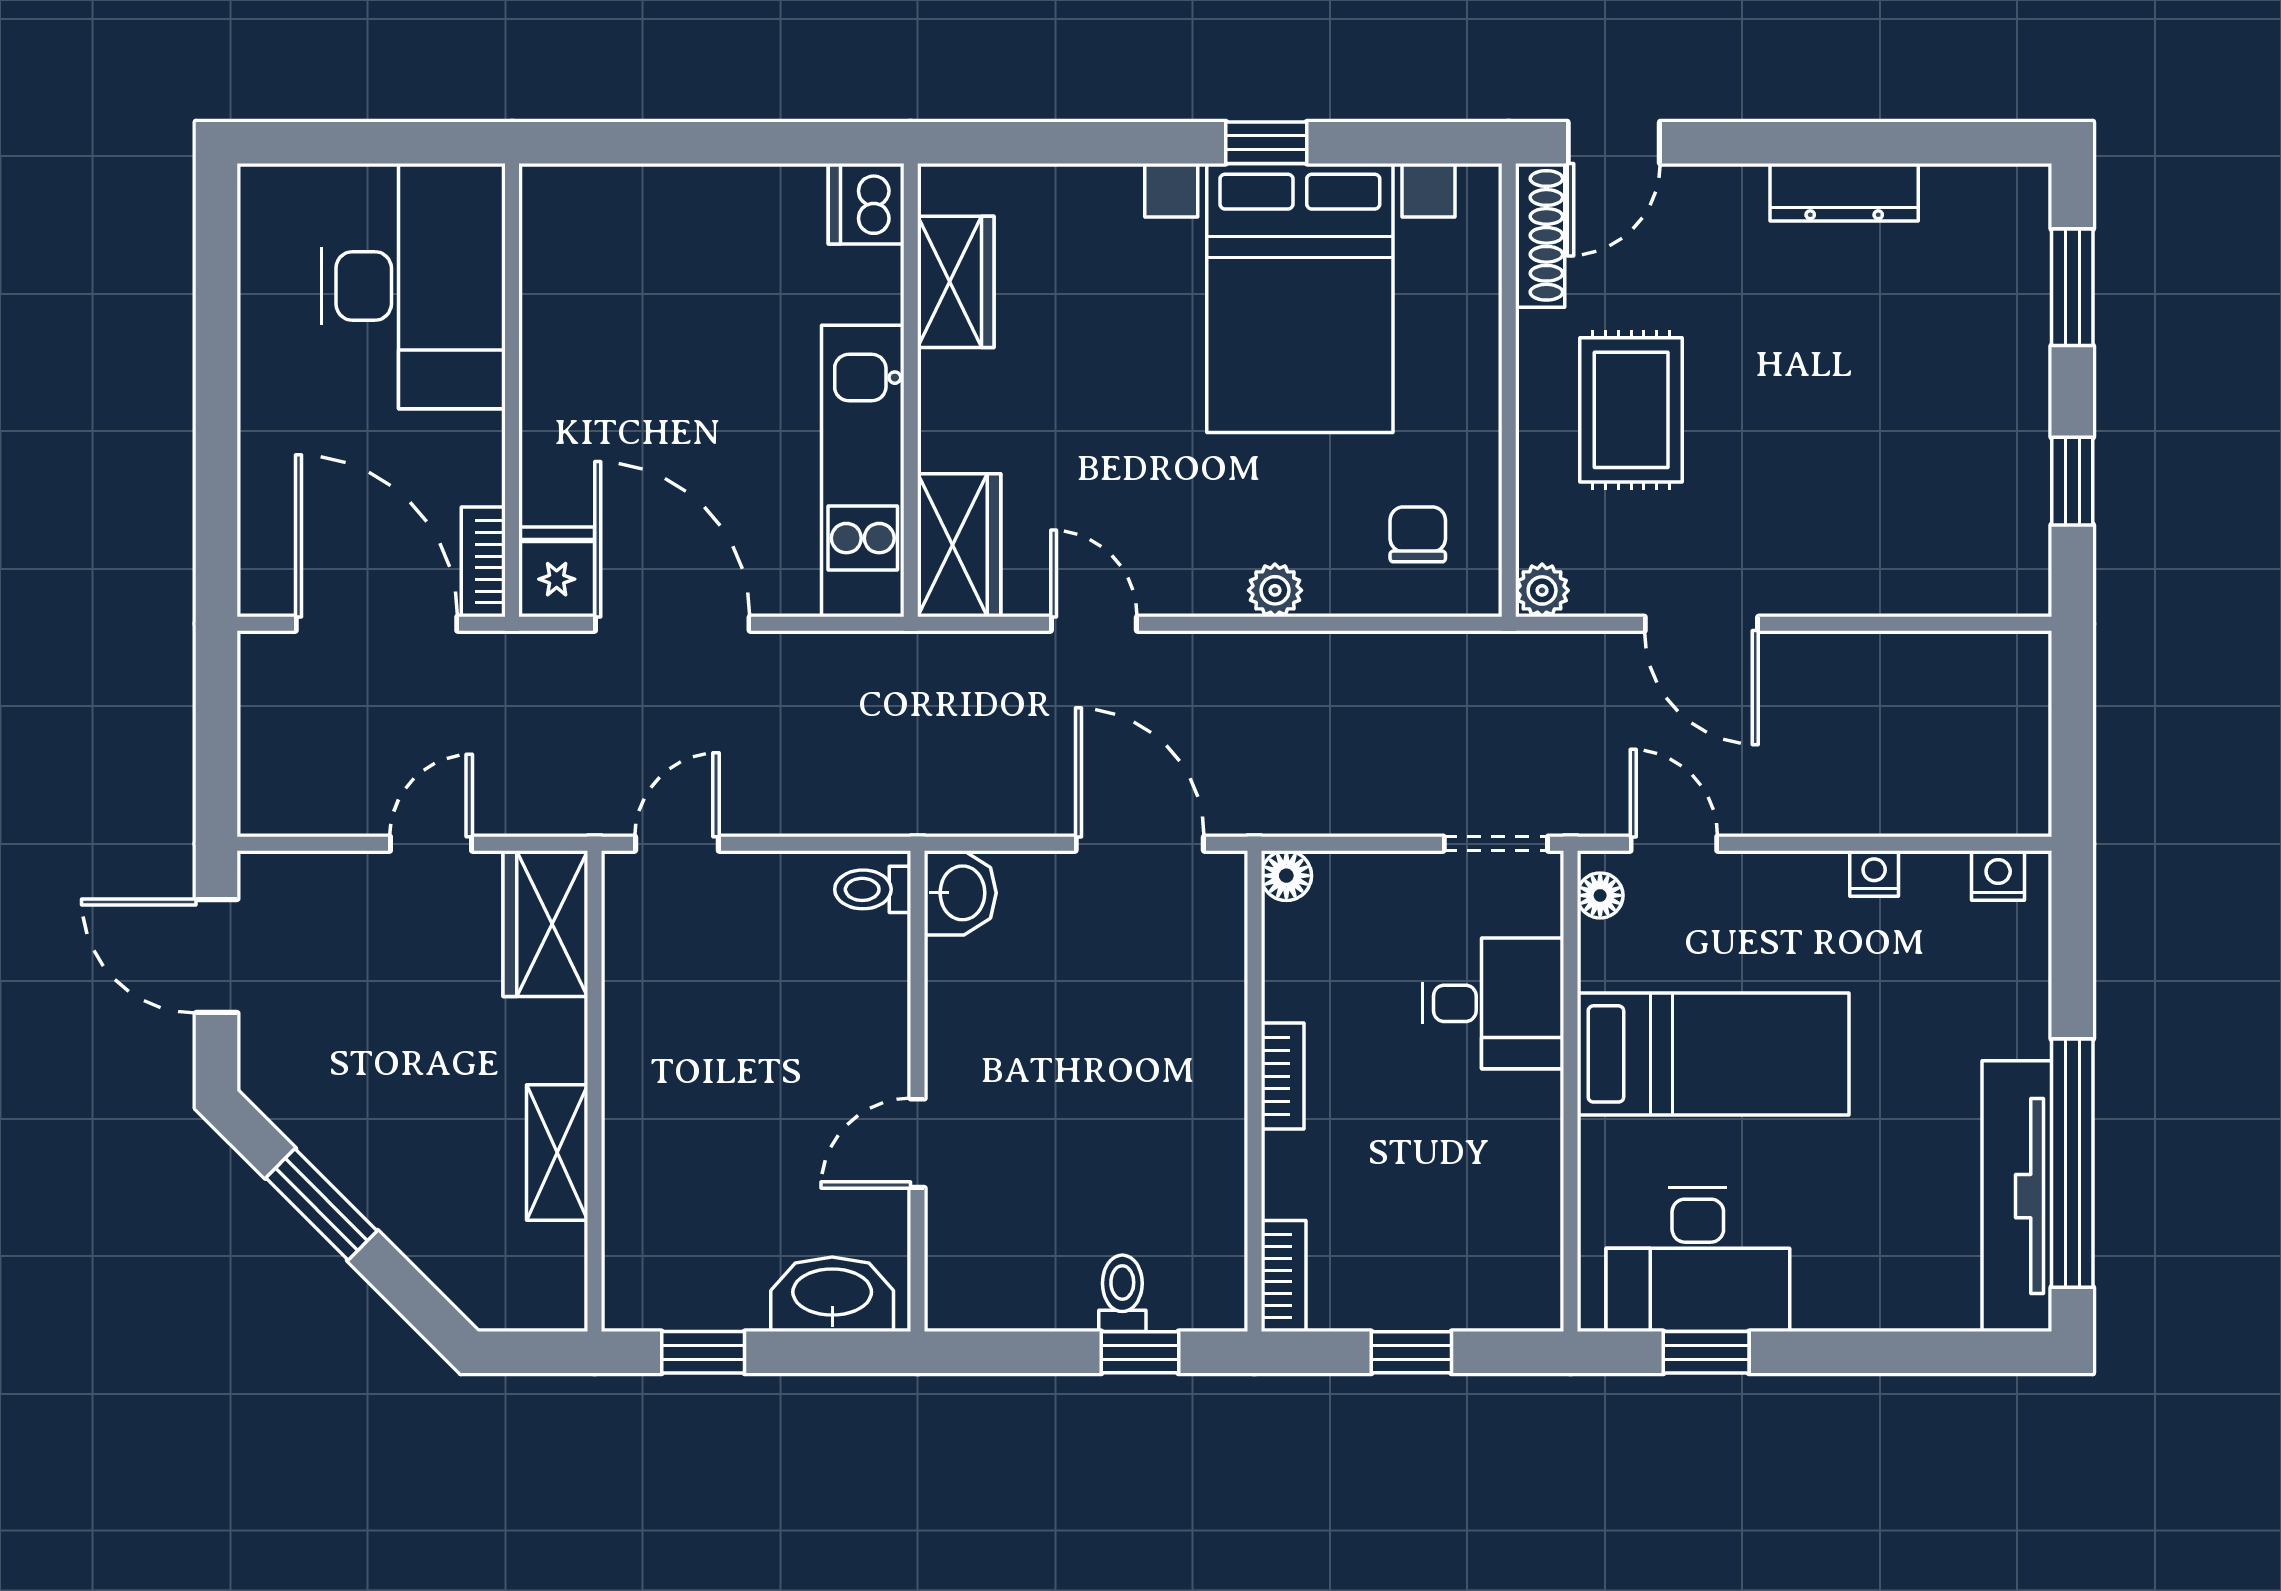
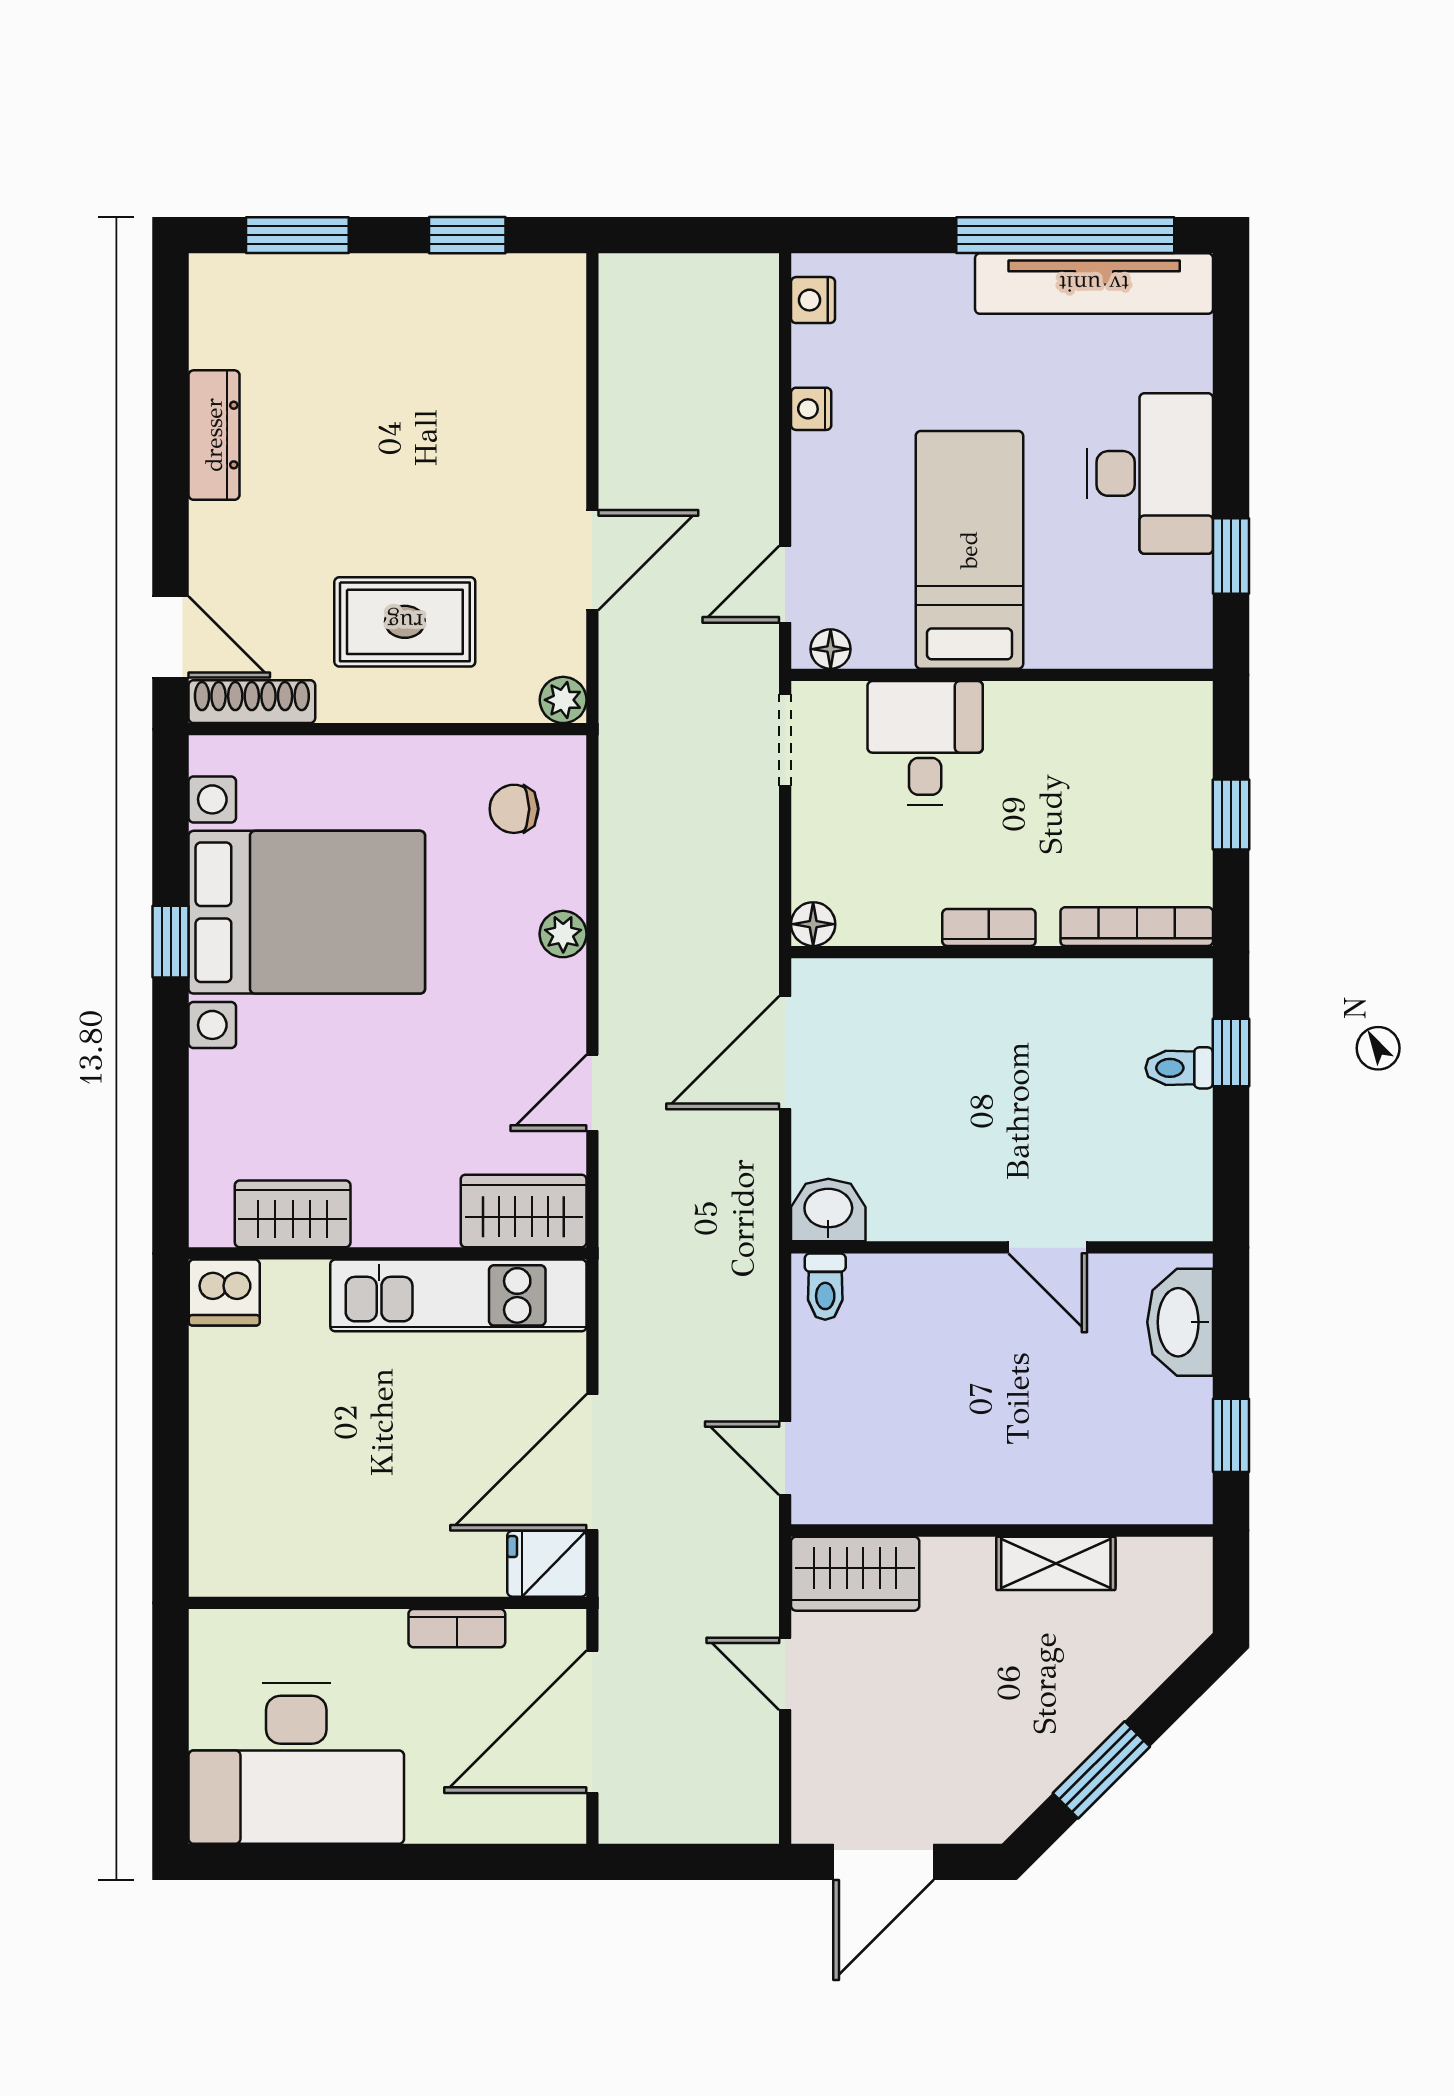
desk: (413, 286) -> (296, 1763), moved, turned 180
bookcase: (483, 562) -> (457, 1628), moved
desk: (1698, 1260) -> (1150, 473), moved
bookcase: (1284, 1276) -> (1137, 927), width x1.56

